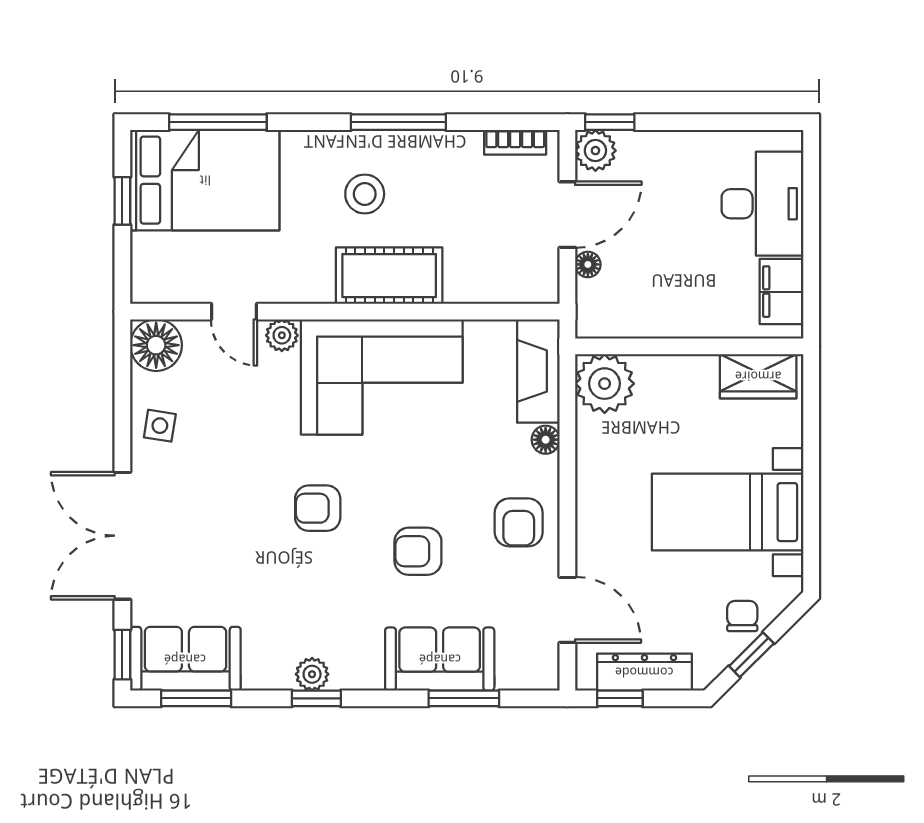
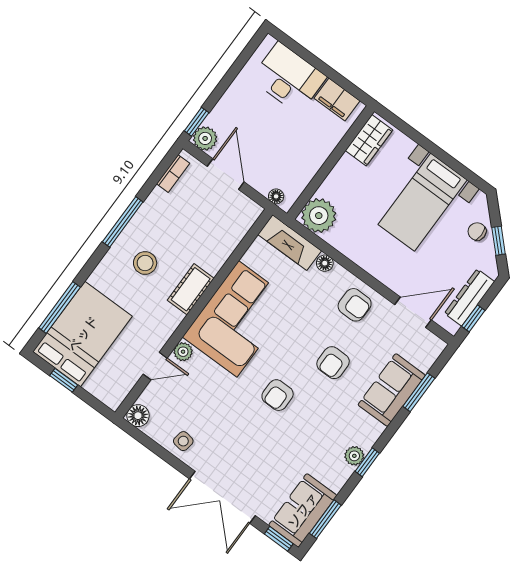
floor lamp: (588, 264) -> (276, 196), moved
cot: (389, 276) -> (191, 289), width x0.73, depth x0.75
floor lamp: (156, 345) -> (138, 416), width x0.73, depth x0.73

